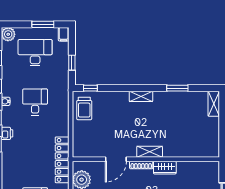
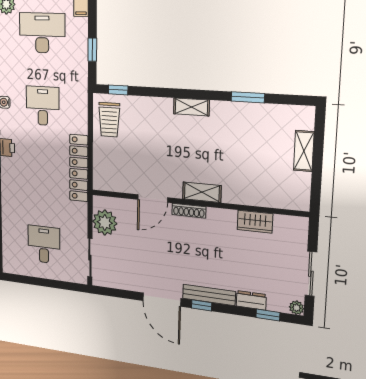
shelving: (214, 104) -> (304, 151), moved
locker: (62, 160) -> (79, 168), moved
wardrobe: (165, 168) -> (255, 222), moved

